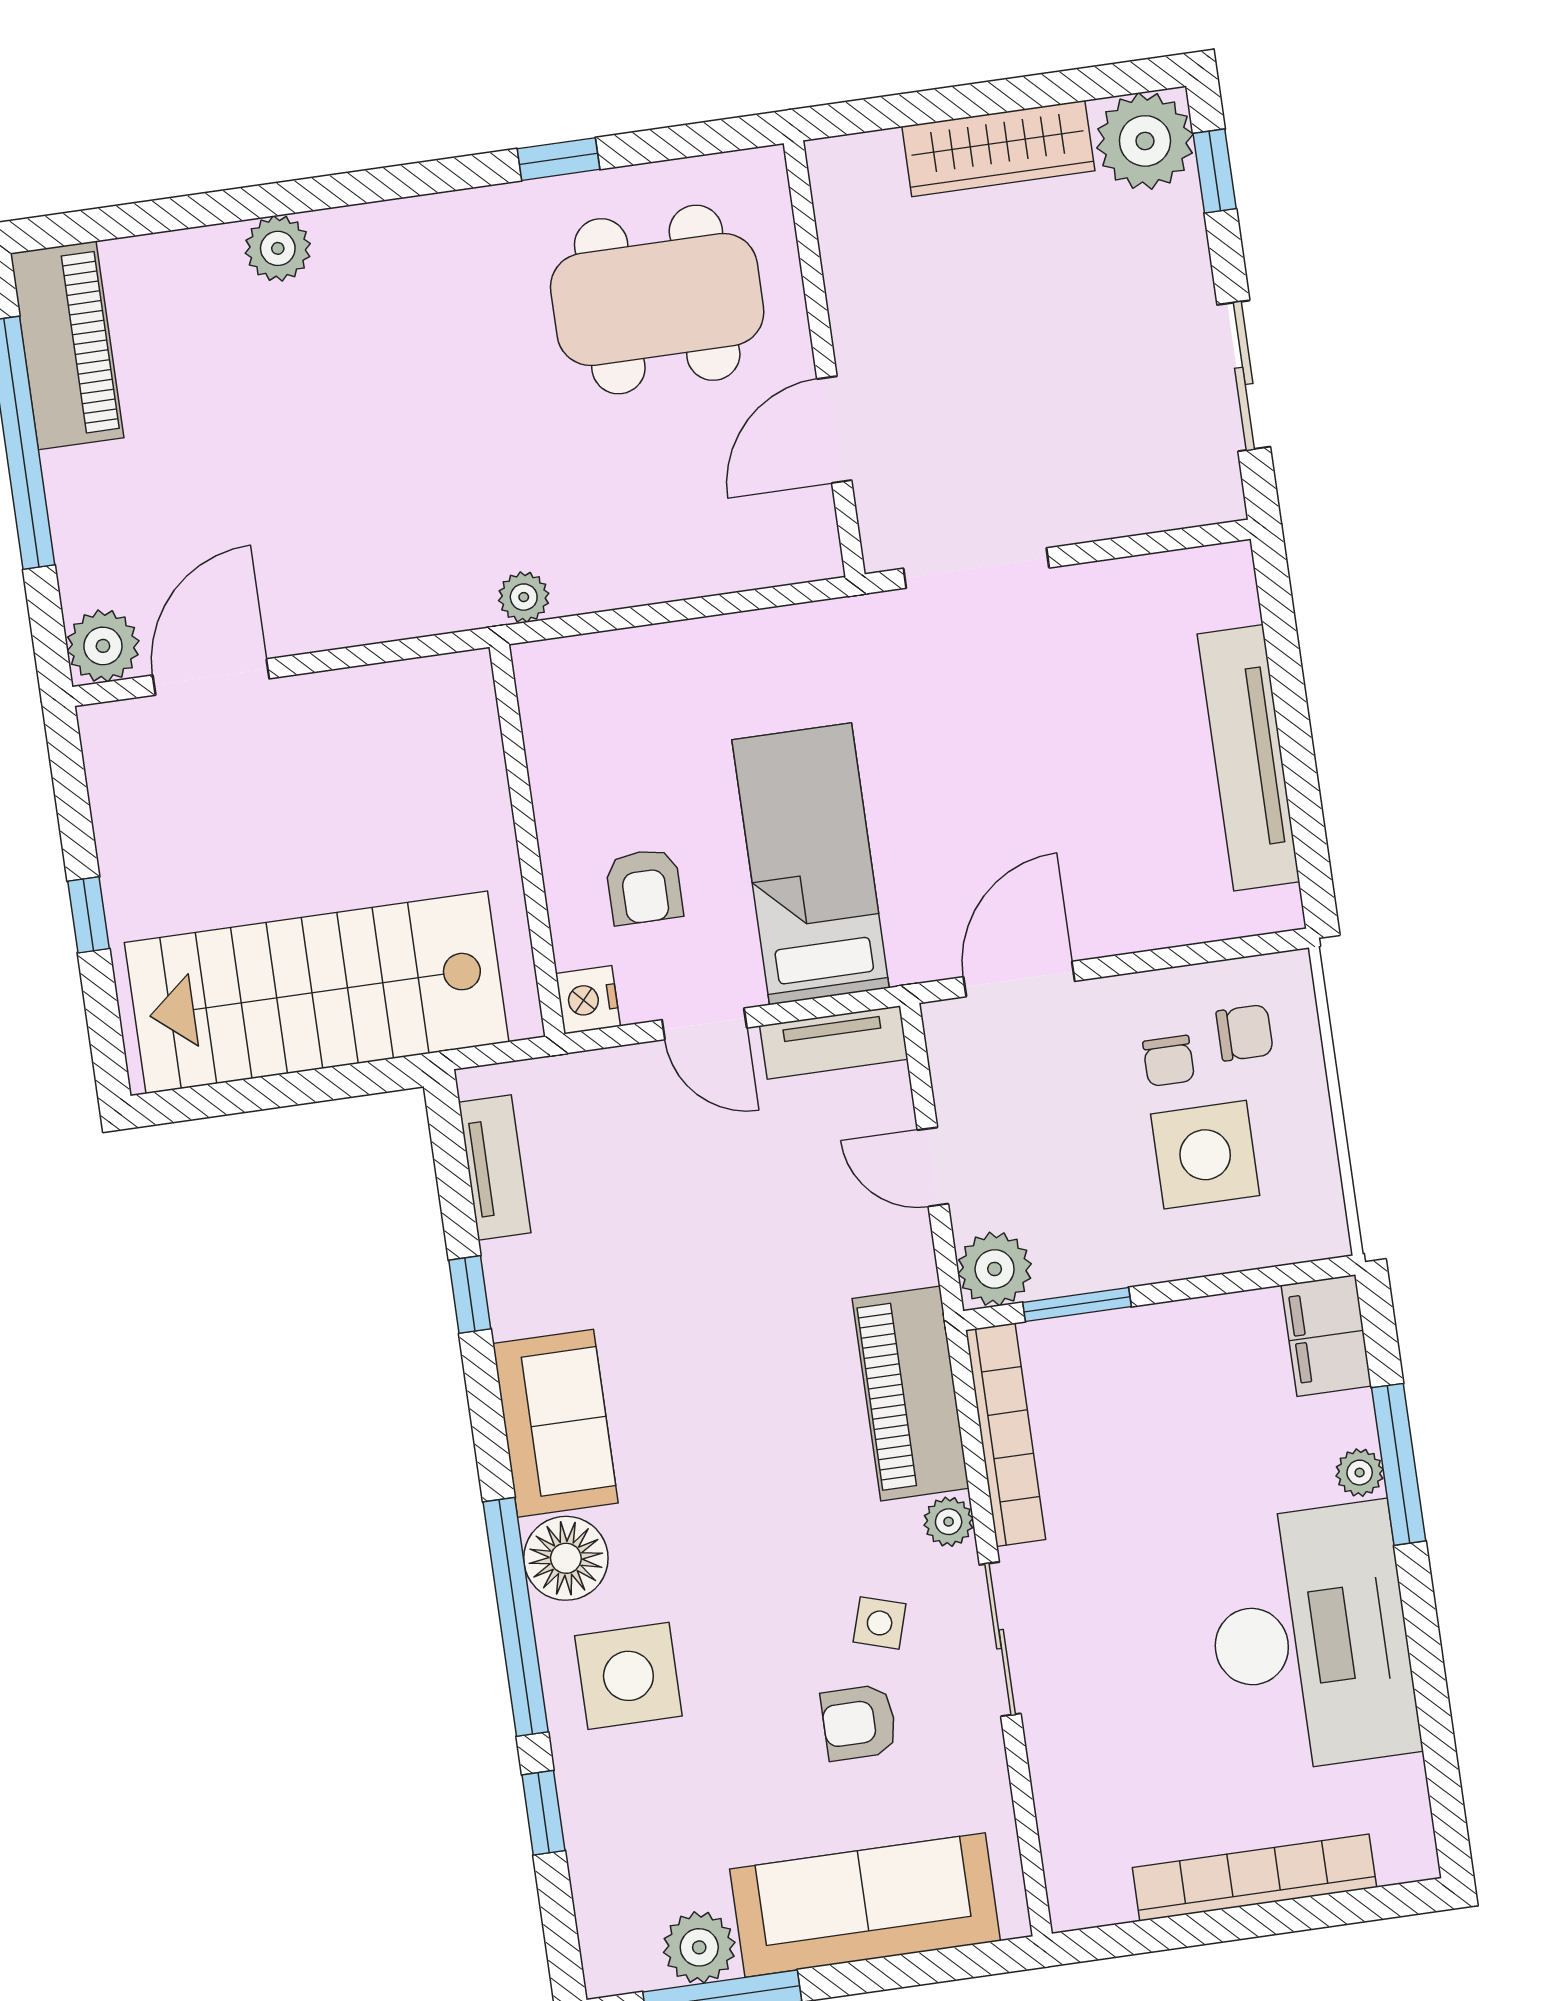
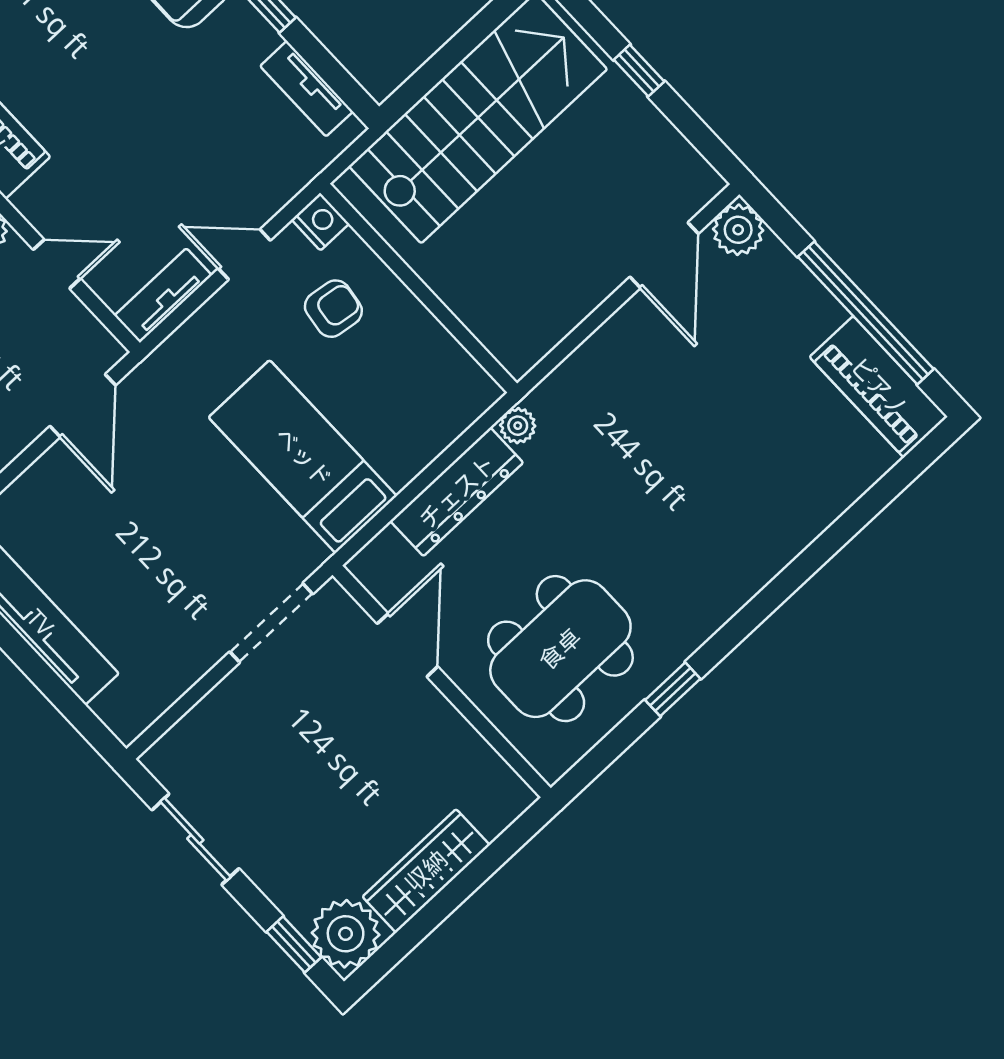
plant: (278, 248) -> (797, 526), removed
dresser: (650, 569) -> (457, 492), added
bed: (811, 864) -> (303, 457), moved, turned 180
armchair: (644, 887) -> (333, 309), turned 98

